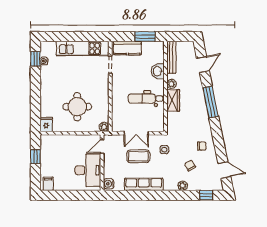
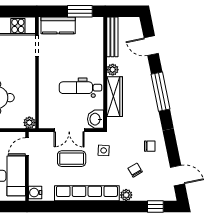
door: (203, 64) -> (151, 46), swing flipped
washbasin: (158, 71) -> (95, 119), moved
wardrobe: (173, 100) -> (115, 97), width x1.50
row of seats: (144, 184) -> (87, 193), width x1.36

